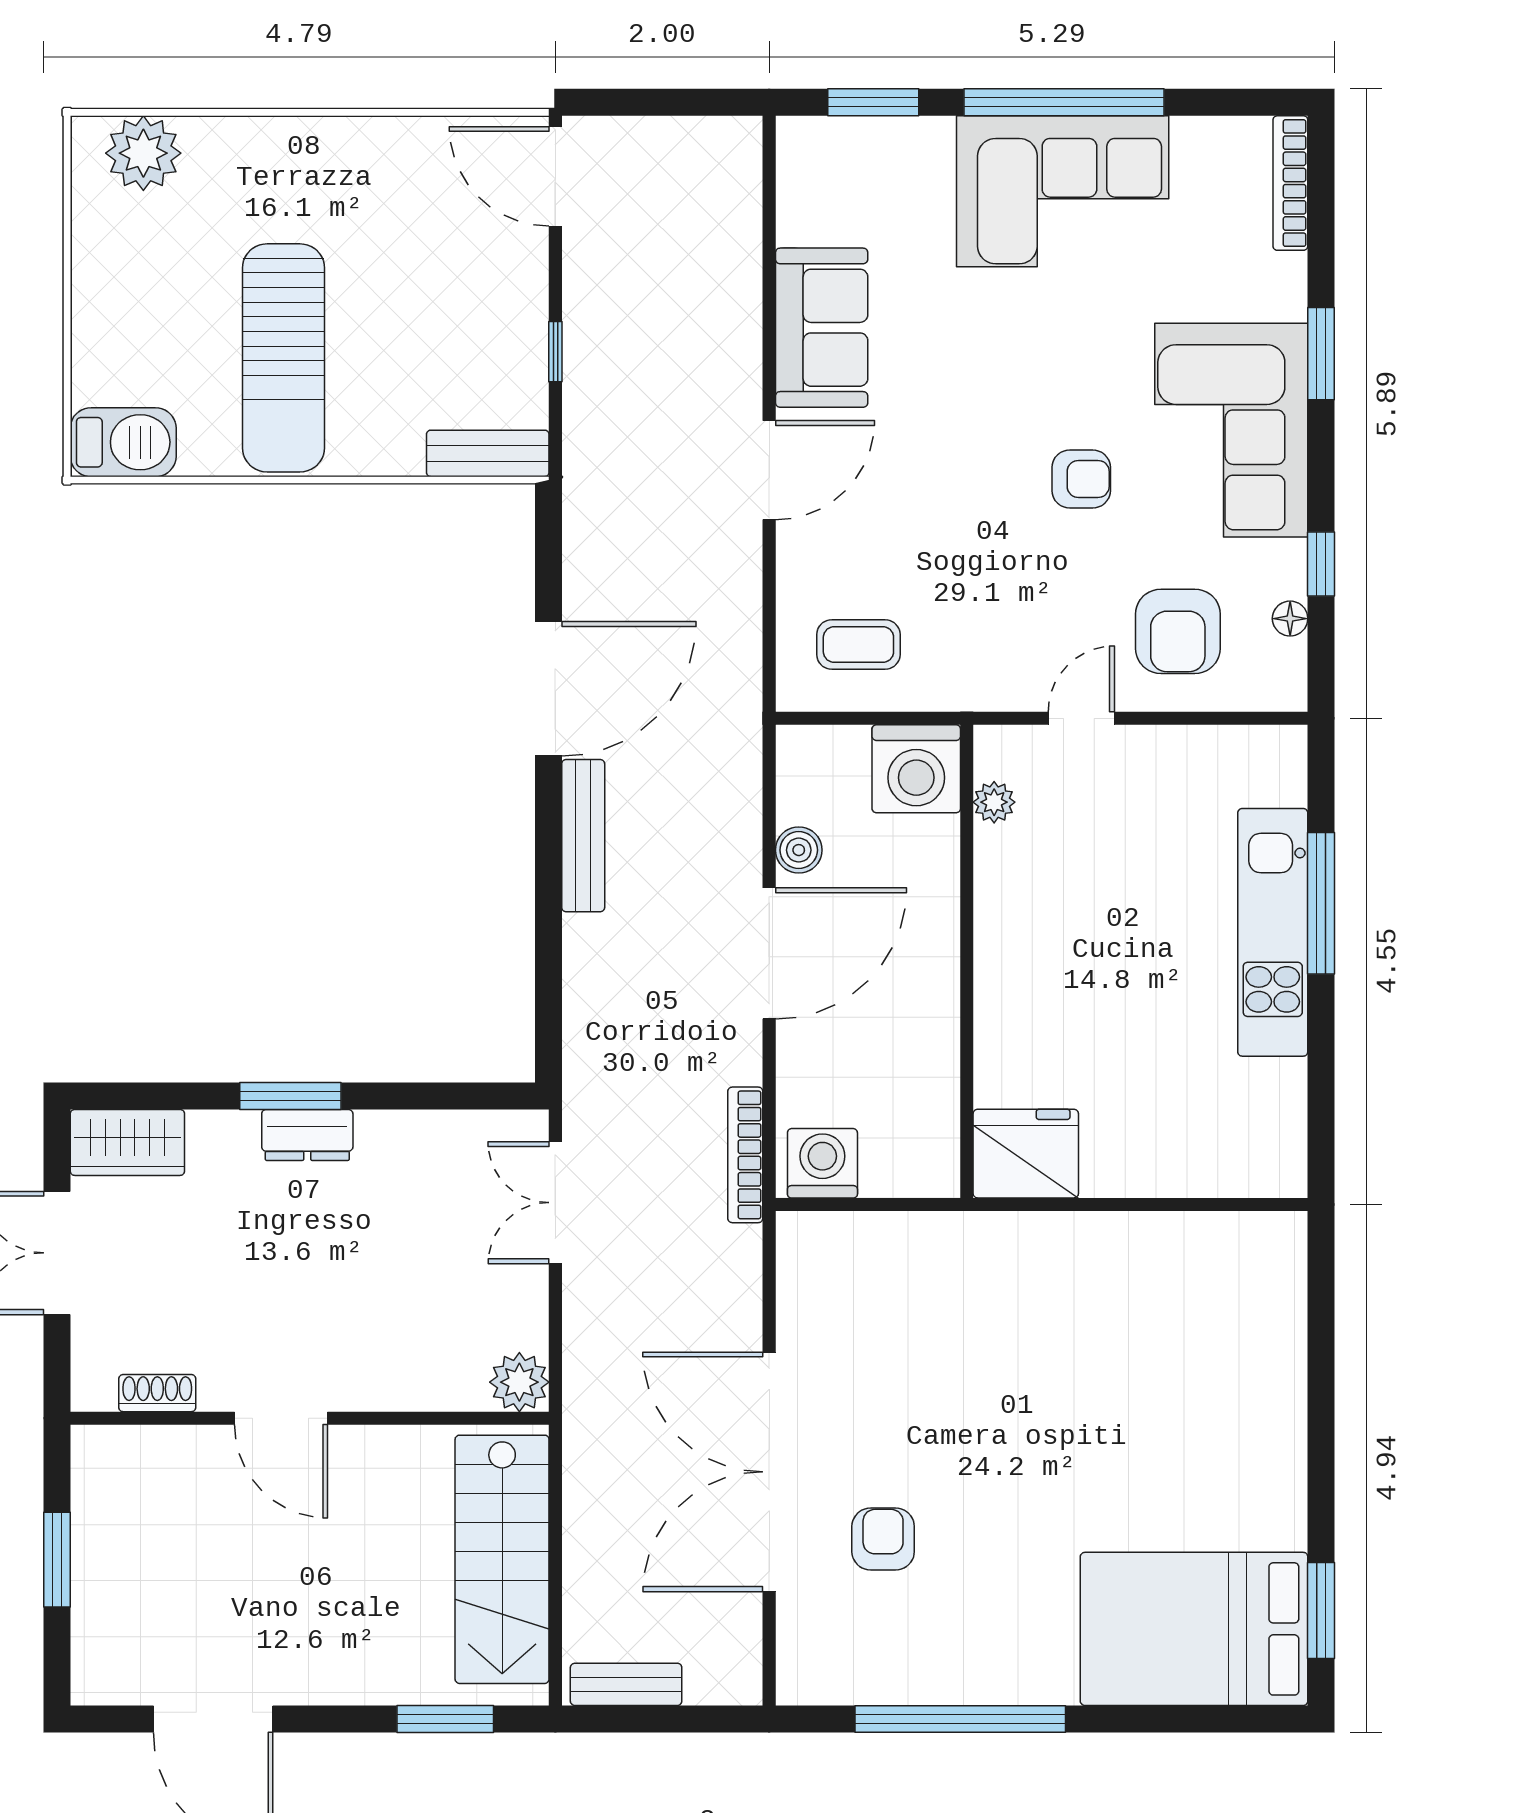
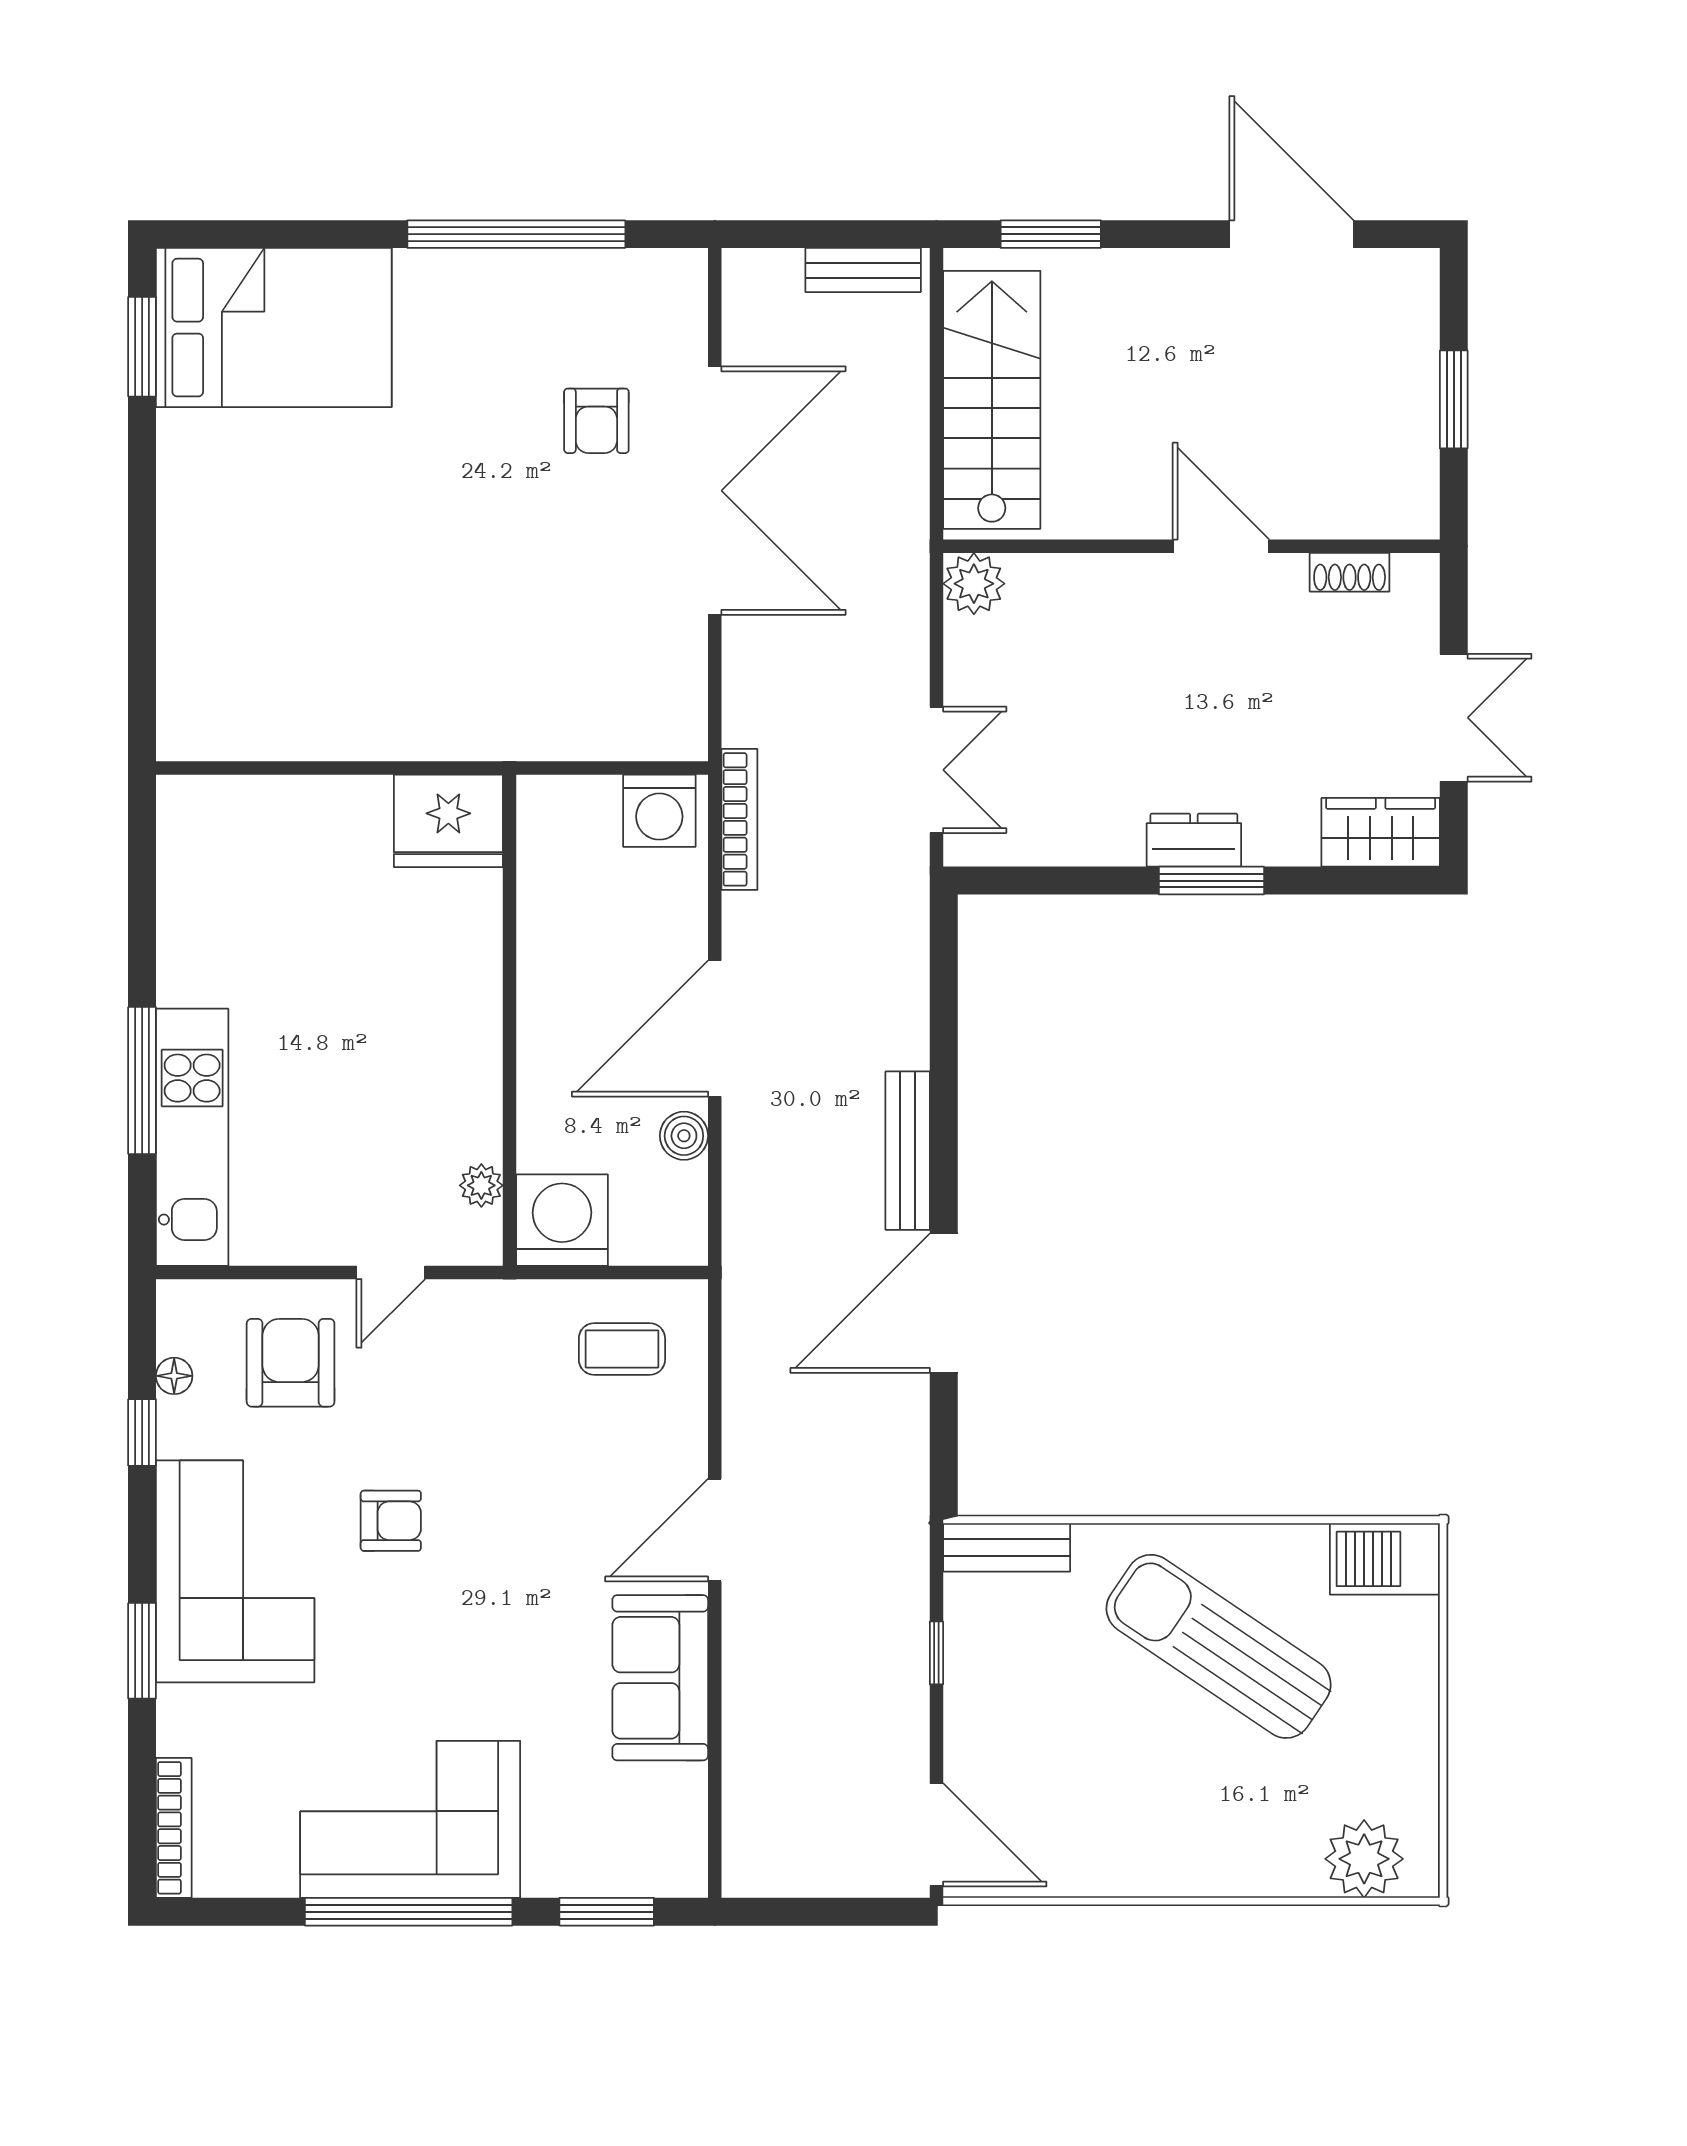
sun lounger: (283, 358) -> (1219, 1646), turned -56
armchair: (1081, 479) -> (391, 1521), turned 180
kitchen unit: (1273, 932) -> (192, 1137), moved

